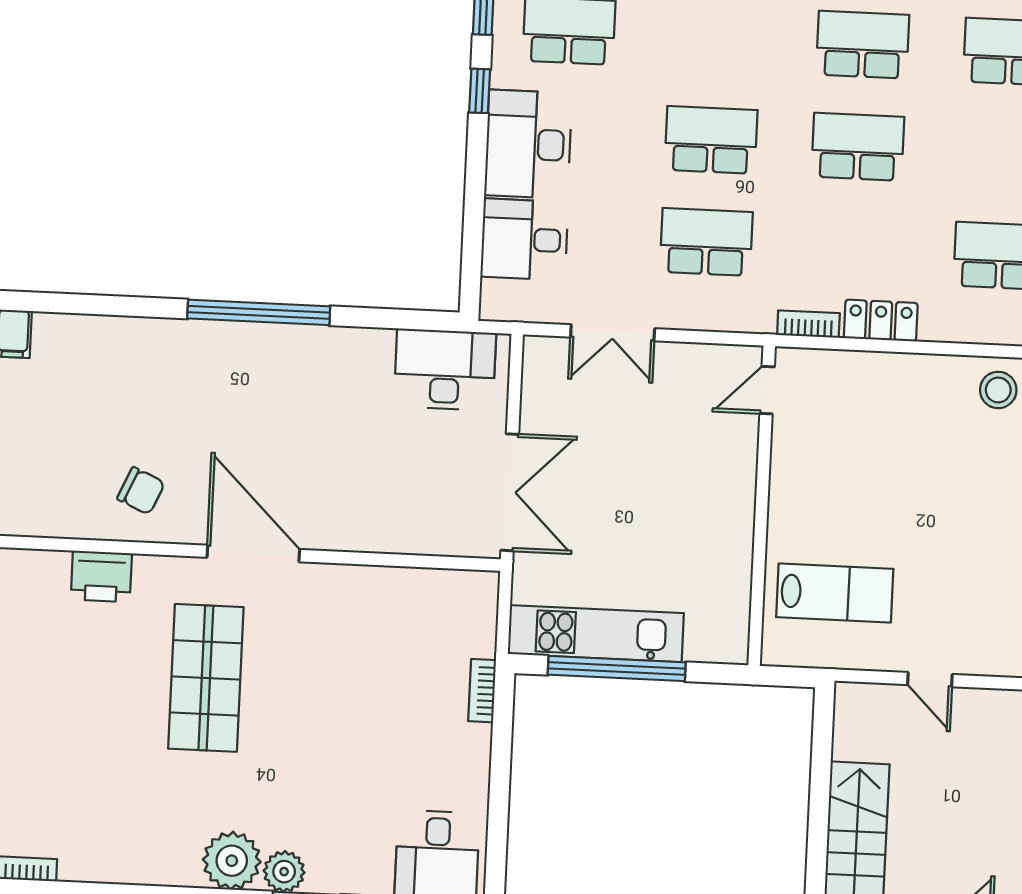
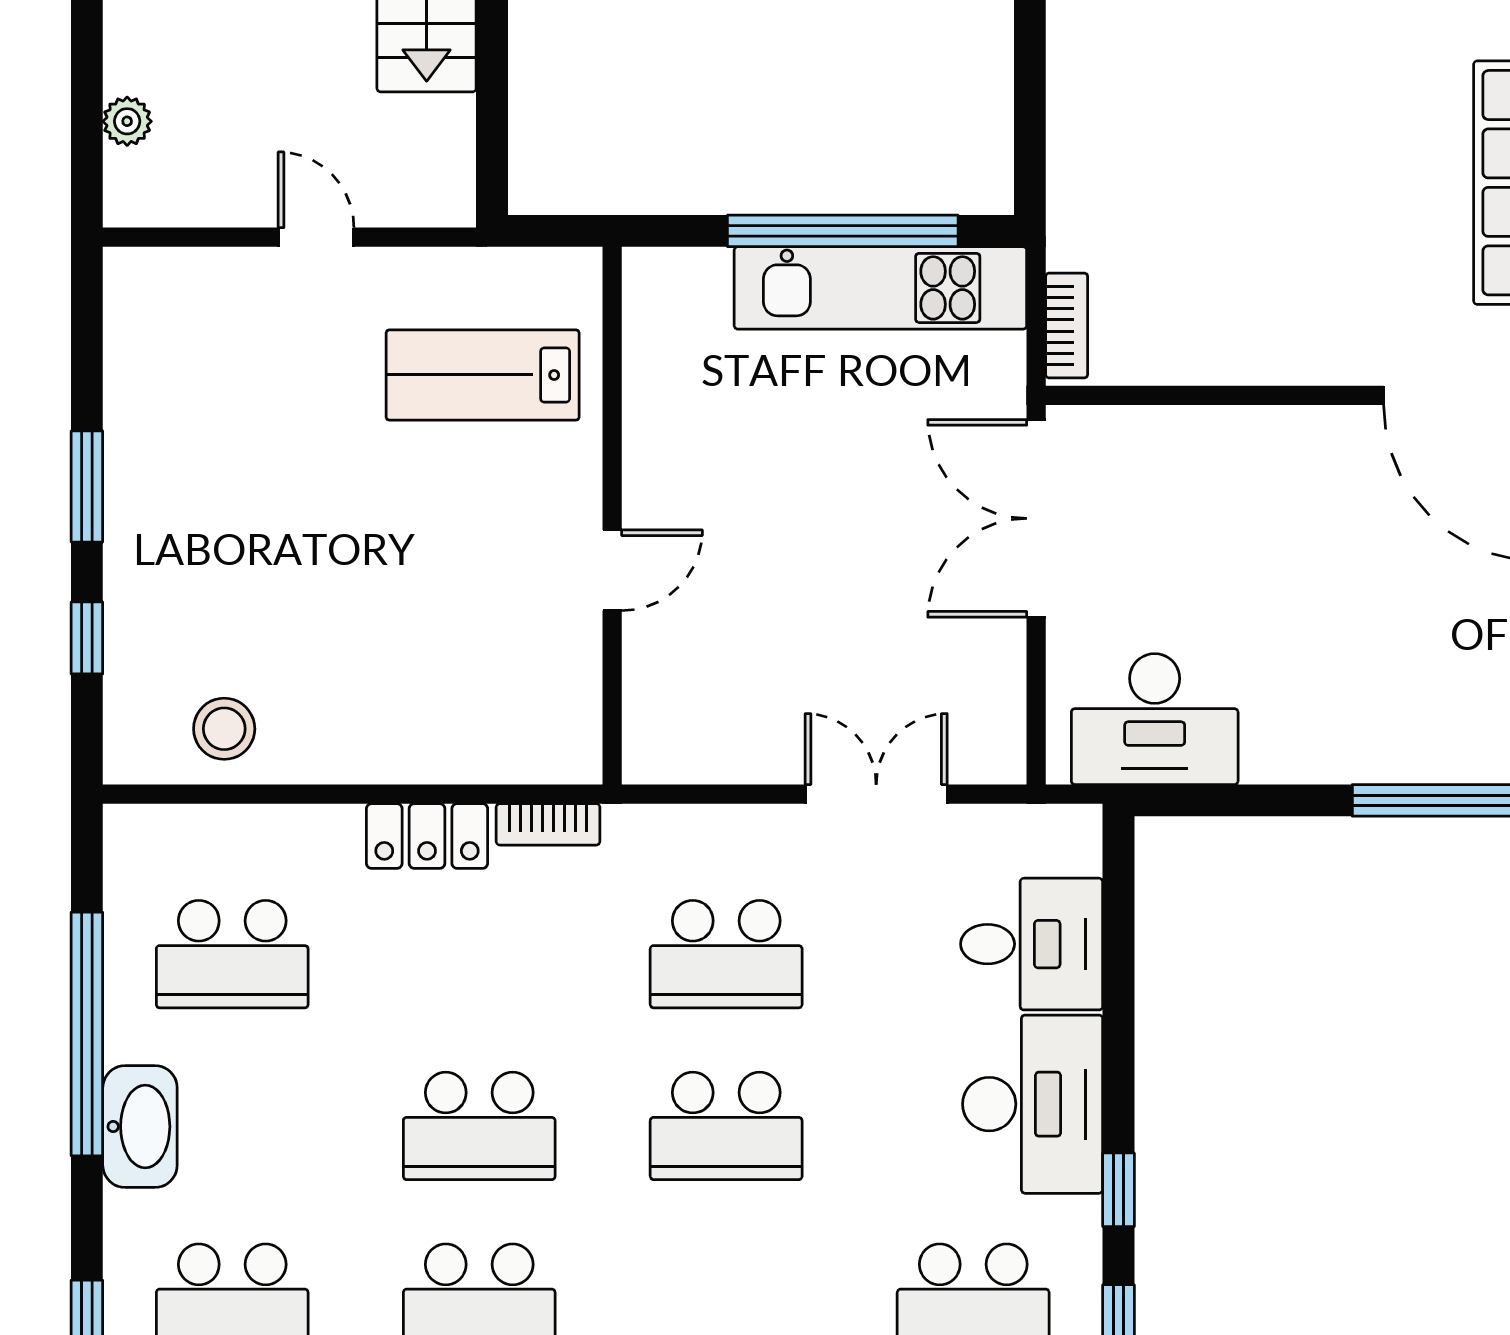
door: (767, 390) -> (612, 570), moved
bookcase: (482, 691) -> (1067, 325), moved

